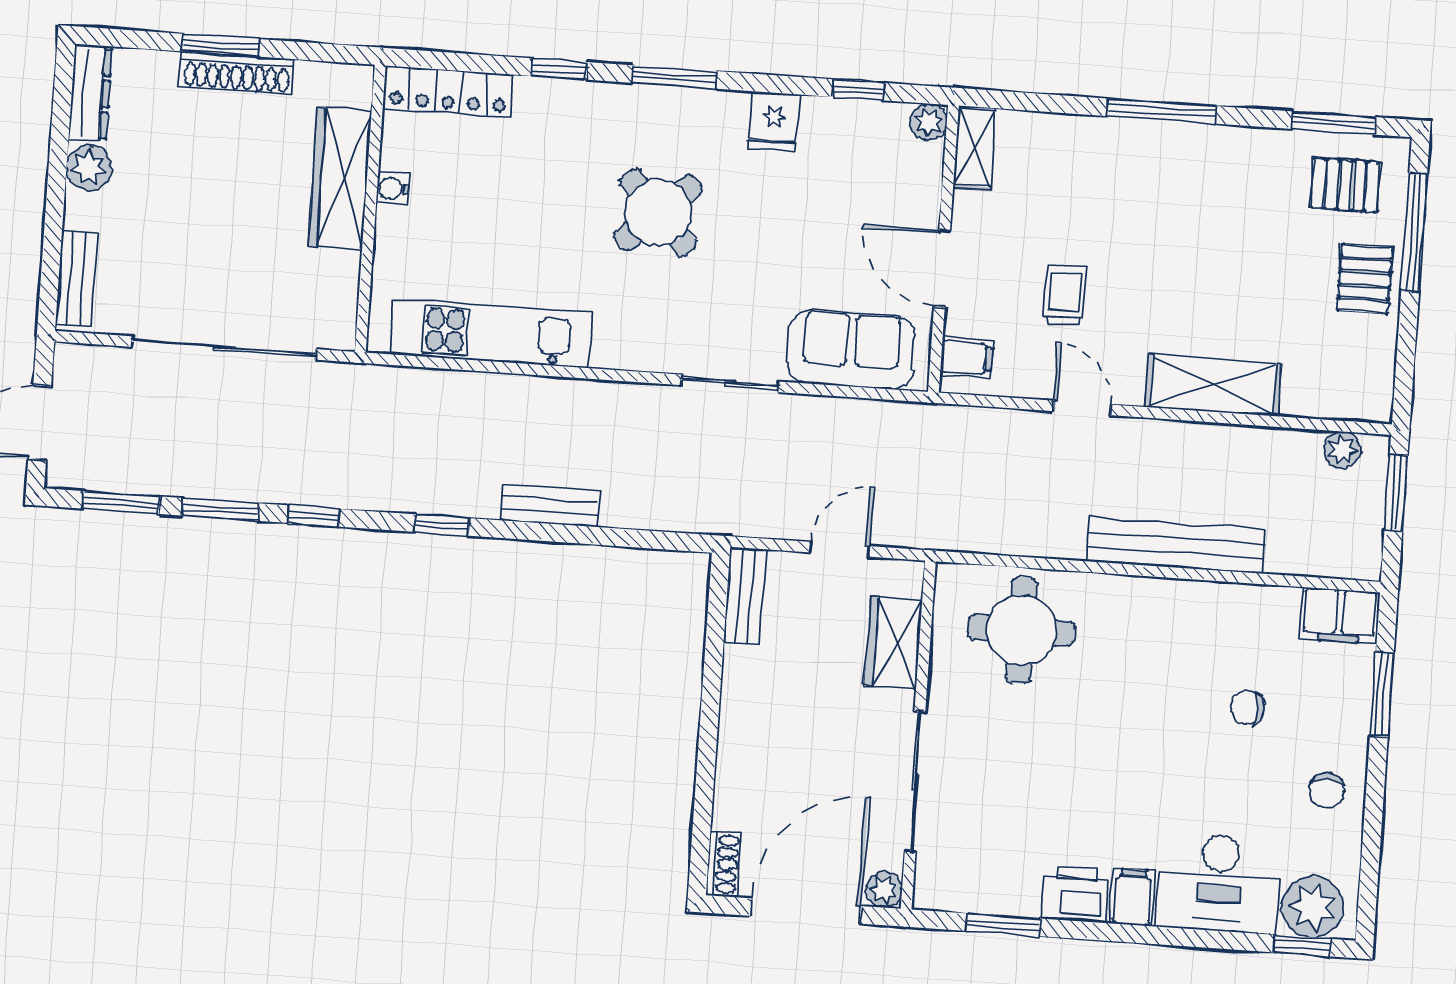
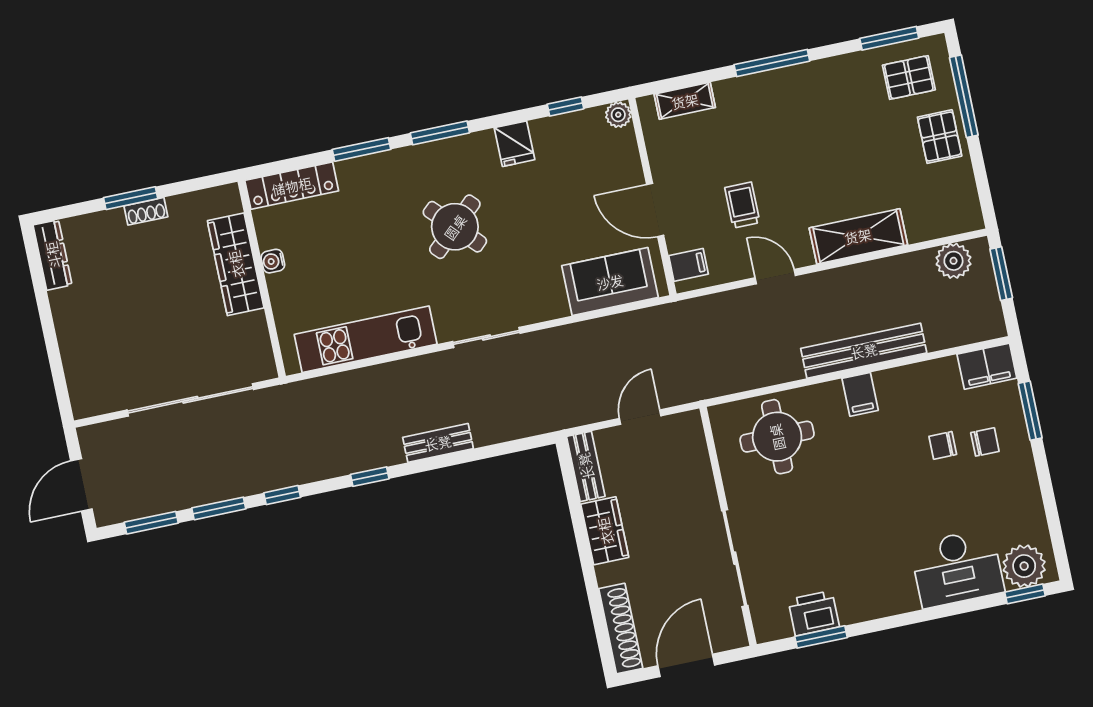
window: (560, 69) -> (362, 149), width x1.50
shoe rack: (237, 73) -> (146, 211), width x0.51, depth x0.81
shelving: (974, 148) -> (685, 101), moved, turned 90
plant: (89, 167) -> (66, 305), removed
bench: (77, 279) -> (79, 382), removed
sliding door: (730, 383) -> (486, 337), moved
plant: (1342, 450) -> (953, 261), width x1.38, depth x1.38
wardrobe: (893, 643) -> (605, 531), moved, turned 180
chair: (1327, 791) -> (985, 442), moved, turned -90
shoe rack: (724, 864) -> (621, 628), width x1.94, depth x1.24
plant: (884, 890) -> (735, 636), removed
printer: (1076, 894) -> (814, 613), moved
filing cabinet: (1132, 897) -> (860, 394), moved, turned 180
door: (806, 911) -> (686, 665), width x0.73

